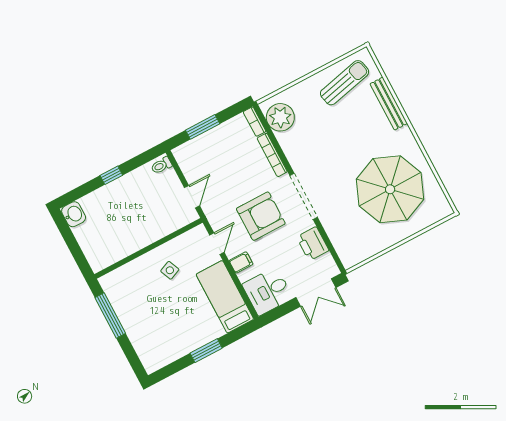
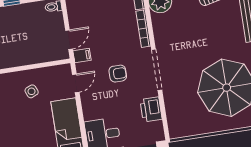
armchair: (261, 216) -> (118, 74), width x0.53, depth x0.53
filing cabinet: (241, 262) -> (82, 55), moved

